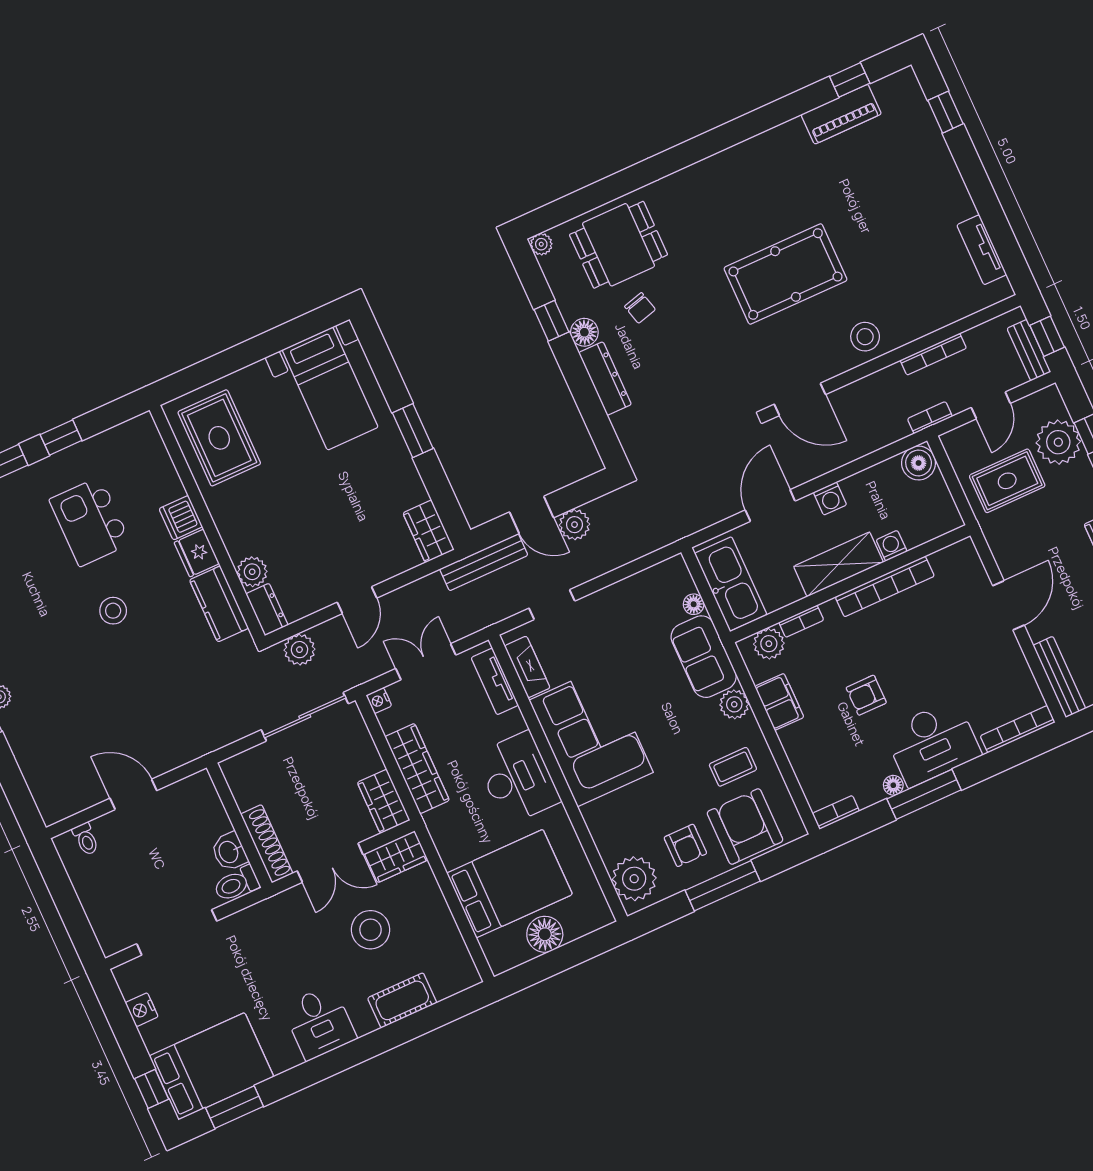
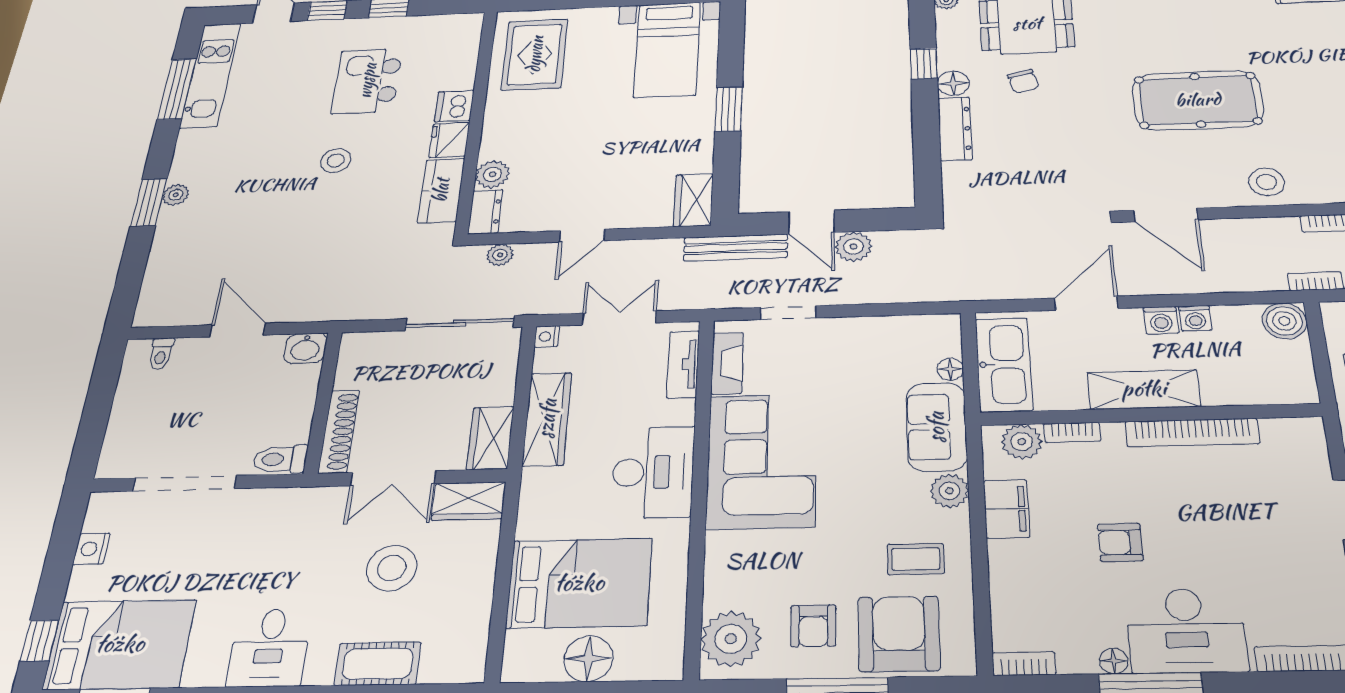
washing machine: (892, 546) -> (1195, 318), moved, turned 180
plant: (299, 650) -> (500, 255), width x0.73, depth x0.73
washbasin: (229, 852) -> (305, 348), moved, turned -90

